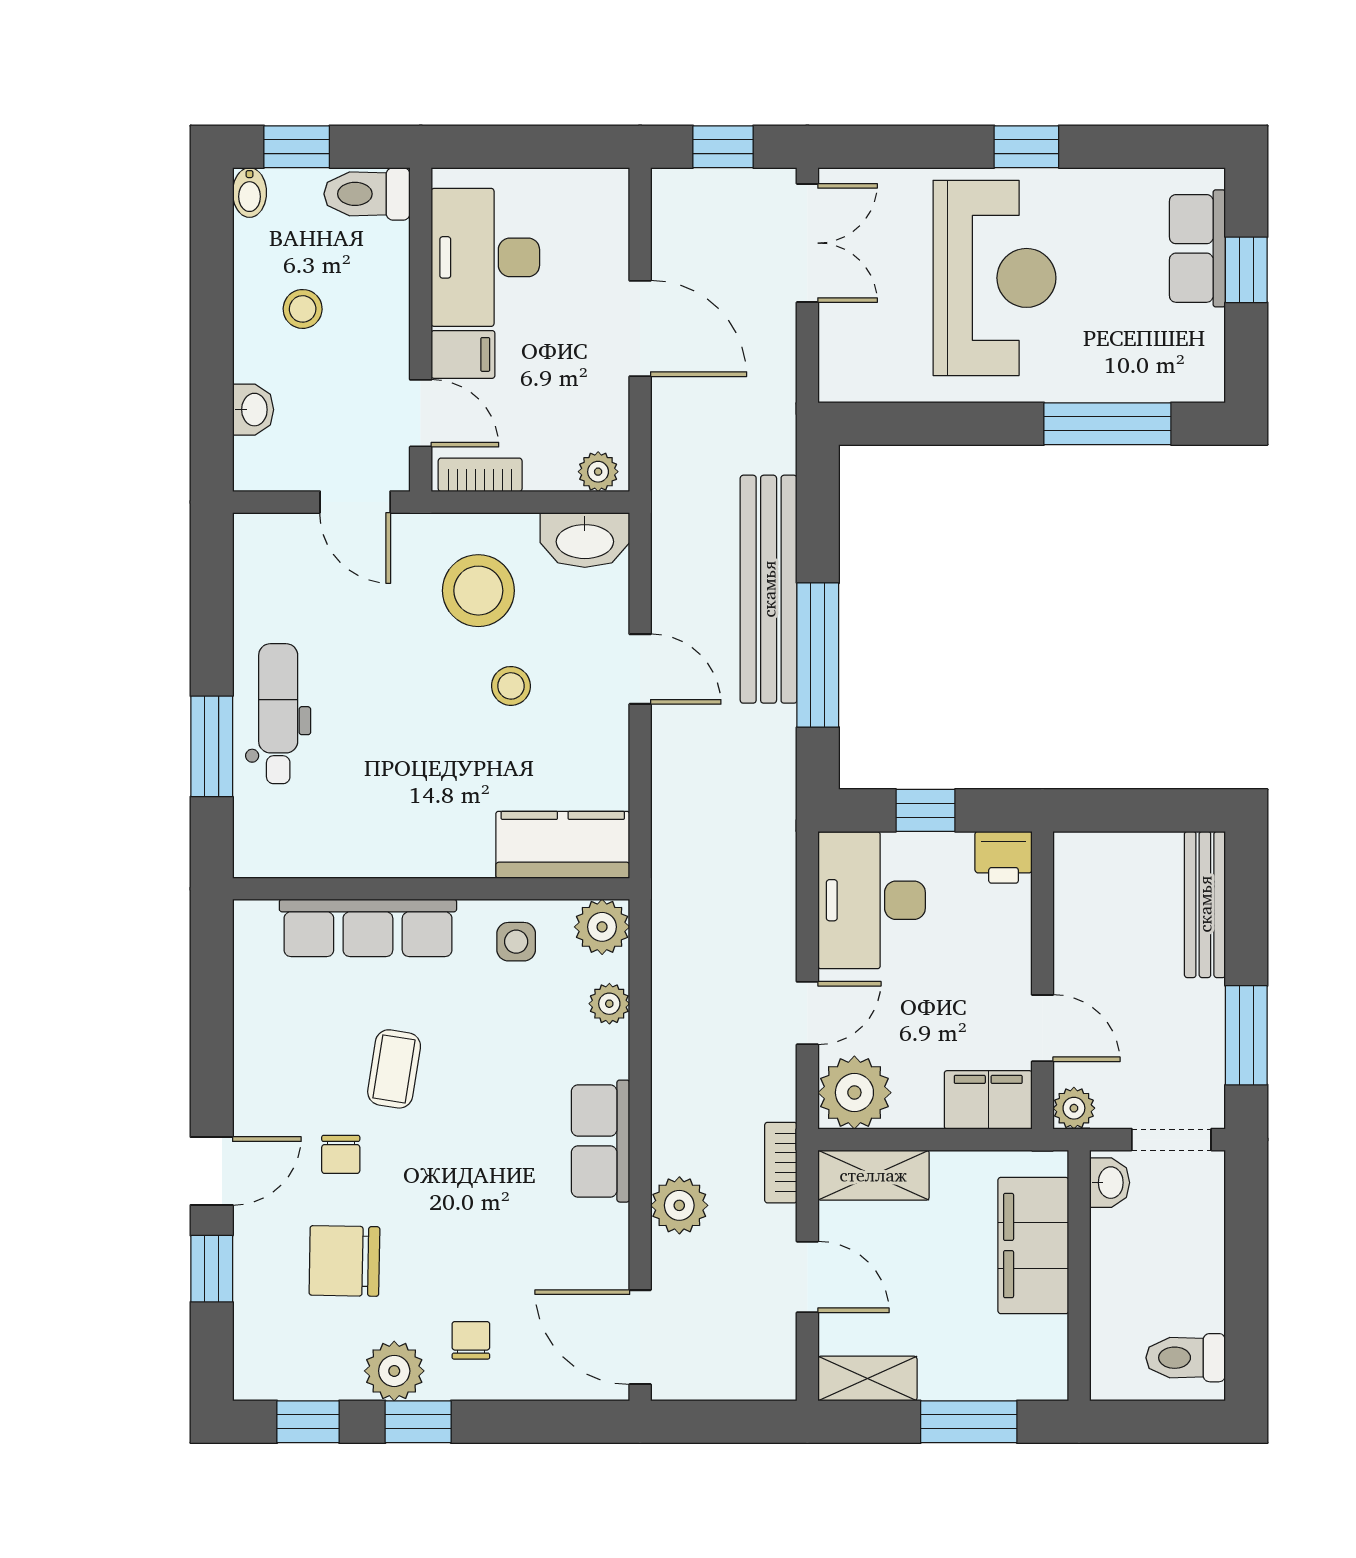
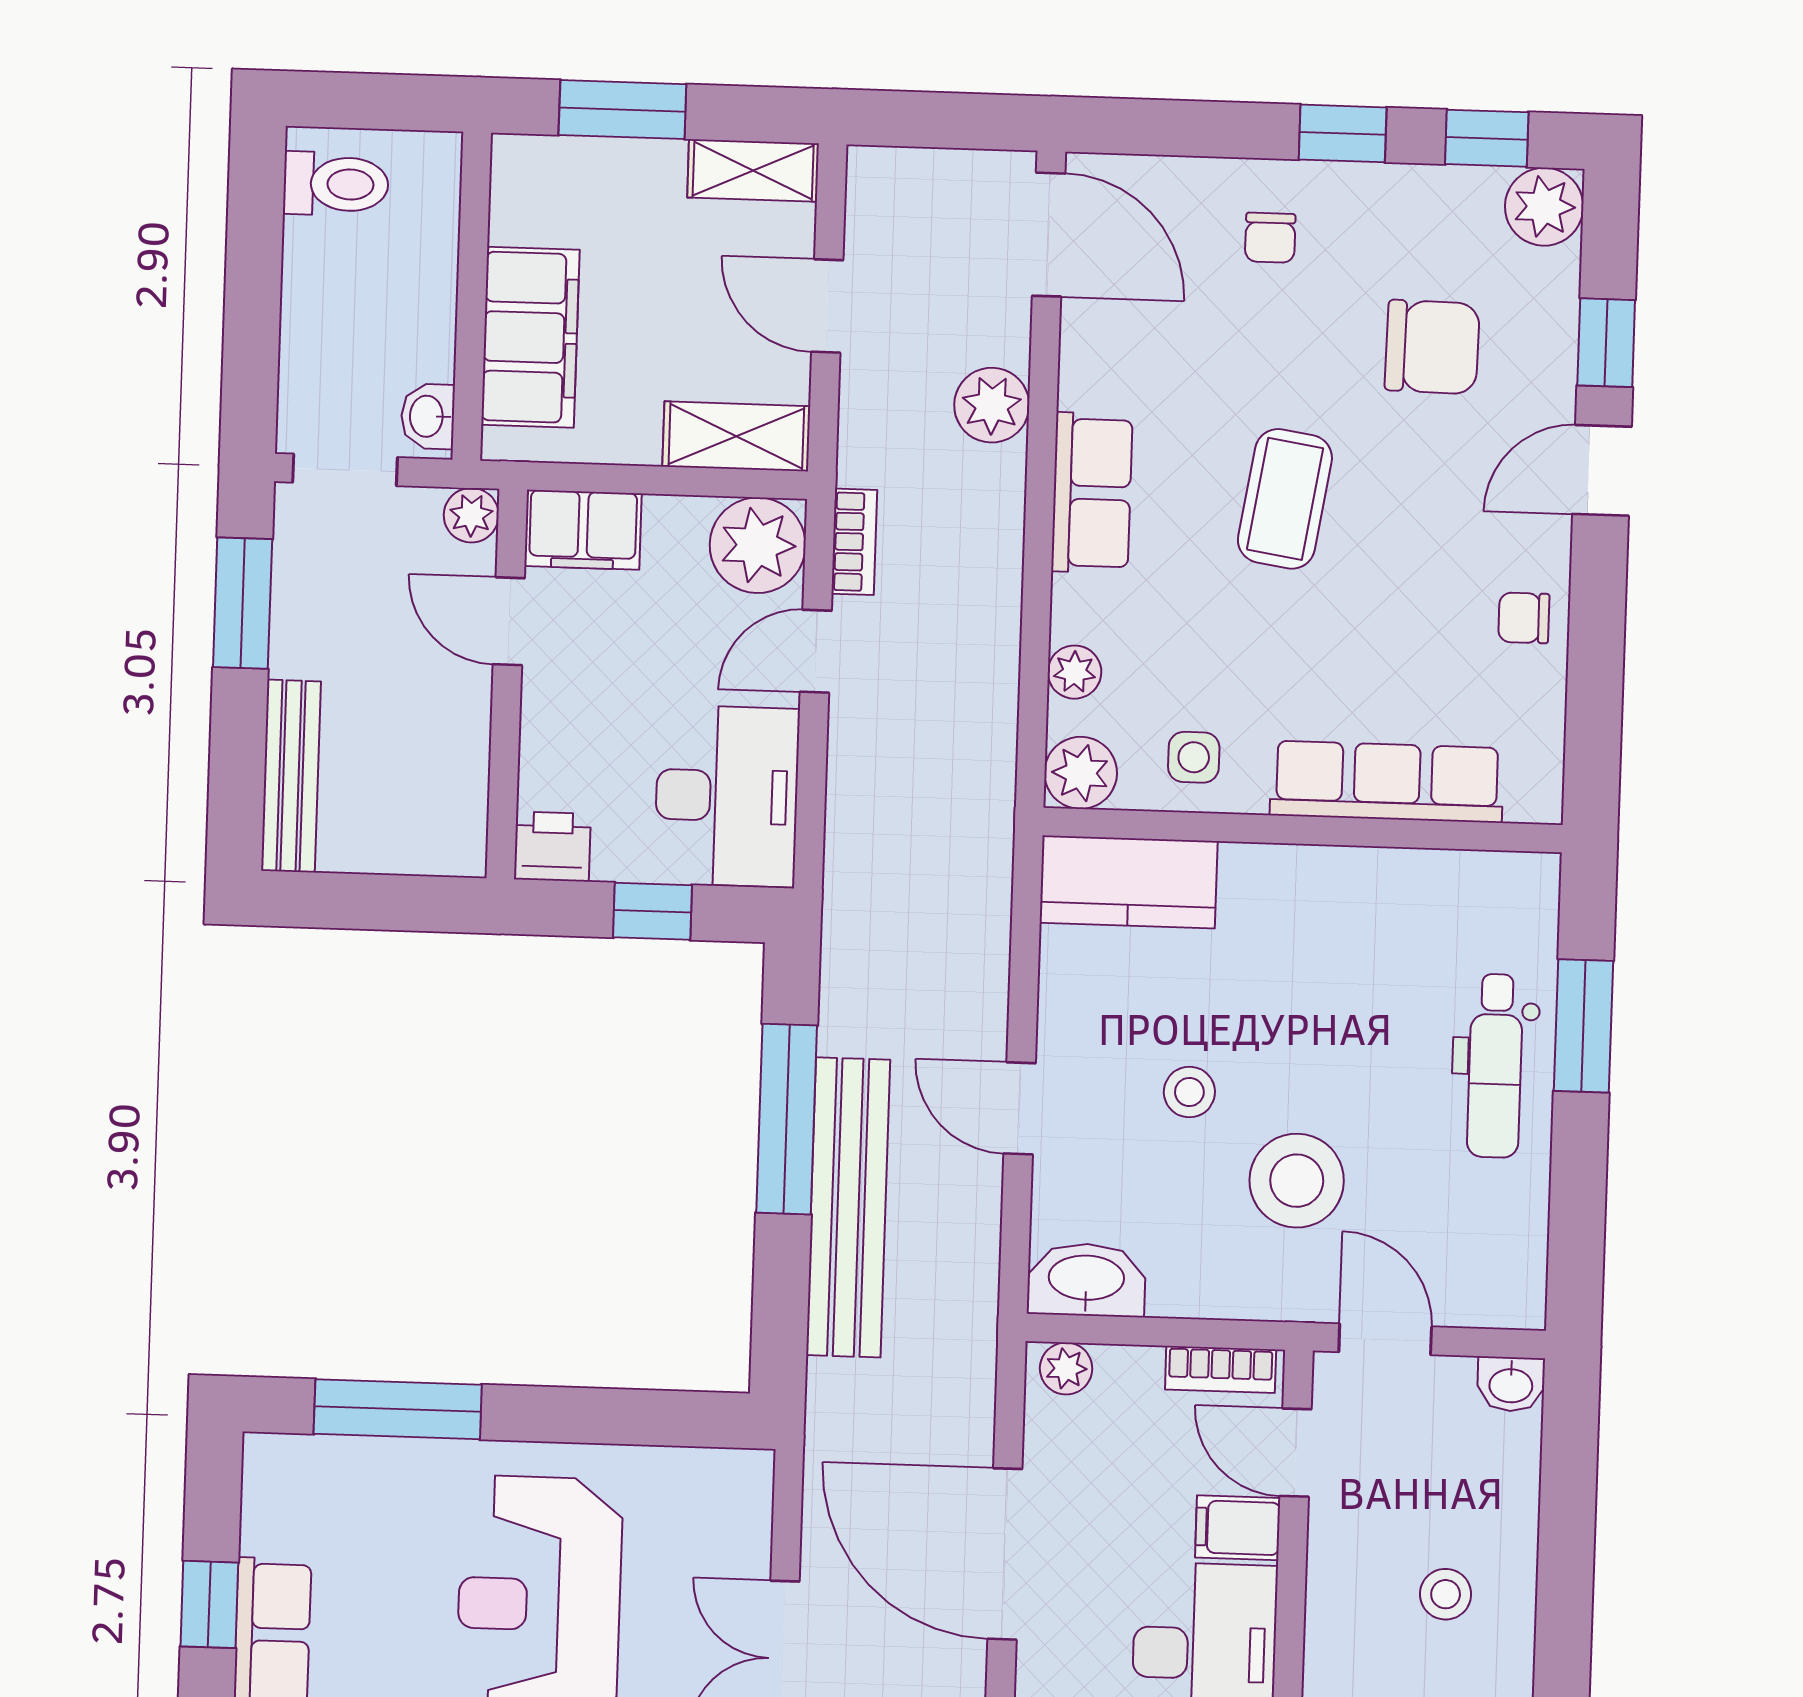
door: (640, 329) -> (1005, 1554), width x1.36
washbasin: (253, 410) -> (1511, 1384), moved, turned -90
stool: (478, 591) -> (1297, 1181), moved
coffee table: (394, 1069) -> (1285, 499), moved, width x1.36, depth x1.30
chair: (341, 1154) -> (1524, 618), moved, turned -90
bookcase: (781, 1163) -> (854, 542), moved
plant: (394, 1371) -> (1544, 207), moved

